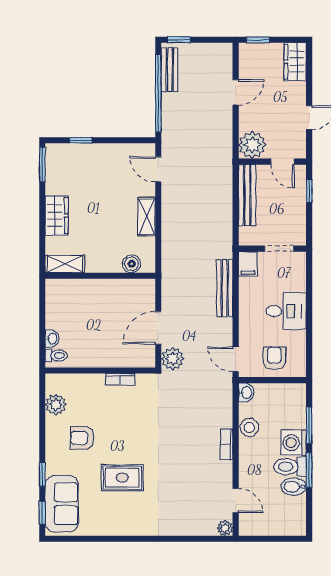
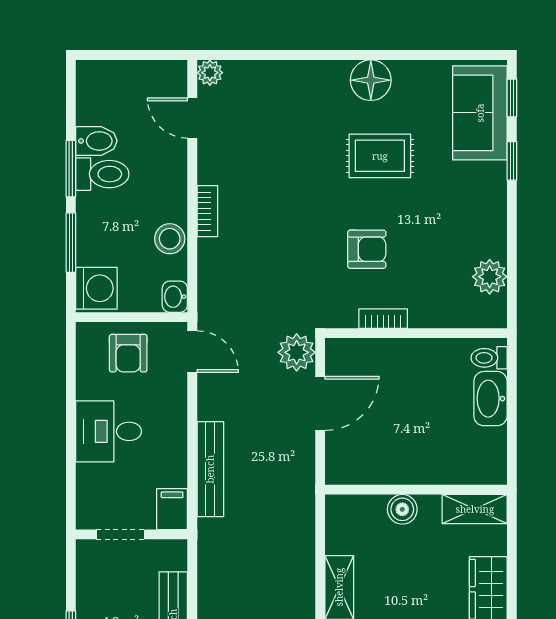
boiler: (132, 264) -> (402, 509), moved
washbasin: (52, 339) -> (490, 399), width x1.91, depth x1.45
armchair: (82, 438) -> (367, 249), moved
washing machine: (294, 443) -> (96, 288), moved
floor lamp: (128, 523) -> (371, 80), added

